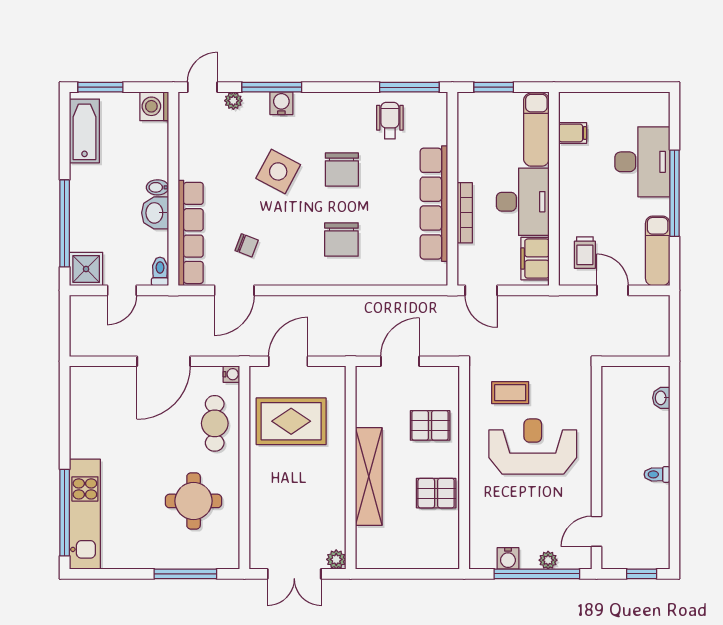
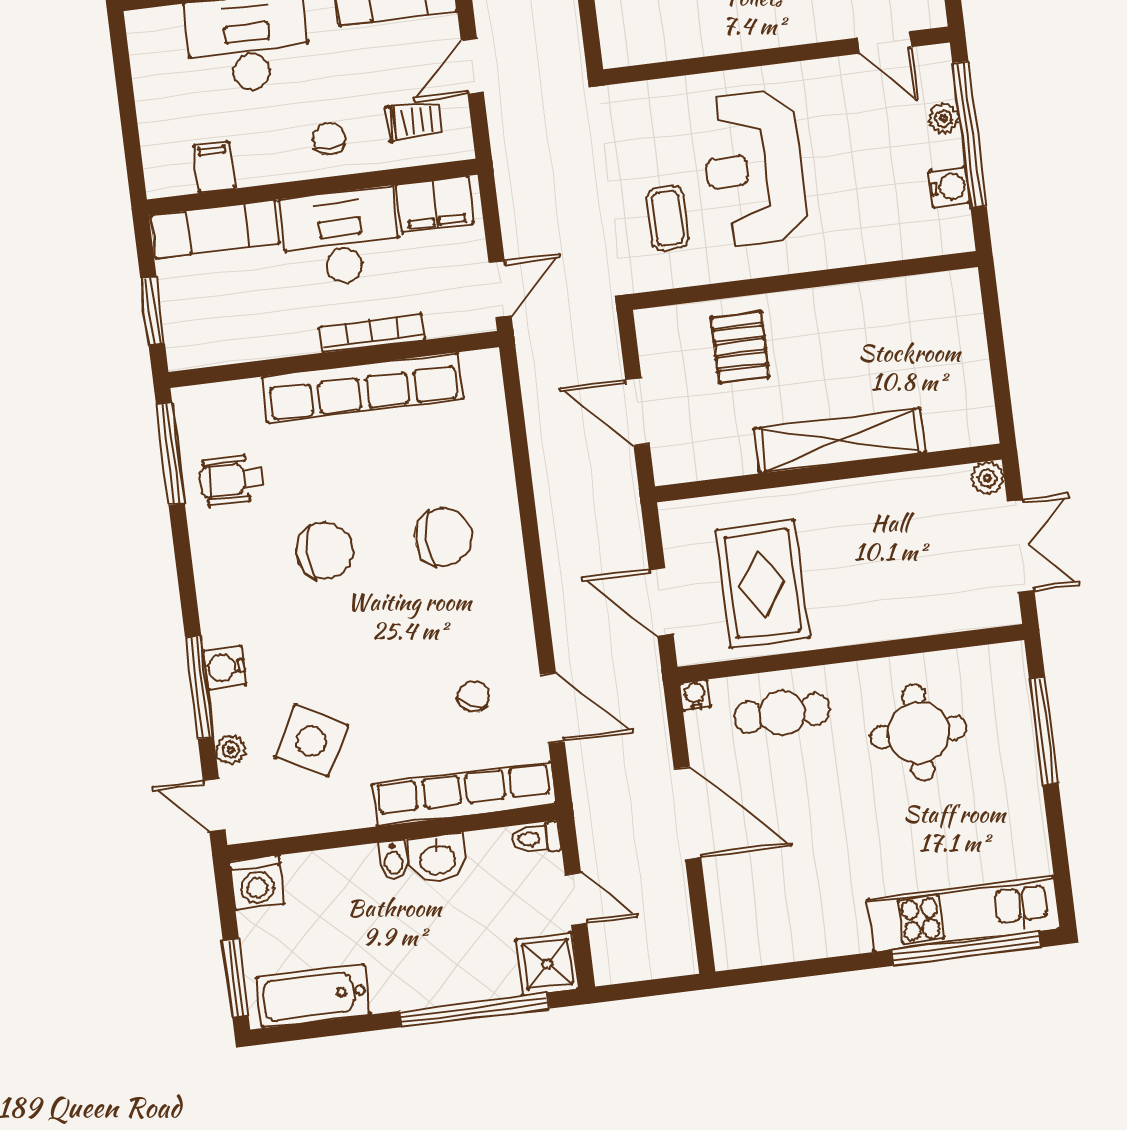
side table: (278, 171) -> (311, 741), moved
chair: (581, 202) -> (329, 139), added
pallet: (436, 493) -> (854, 323), removed

